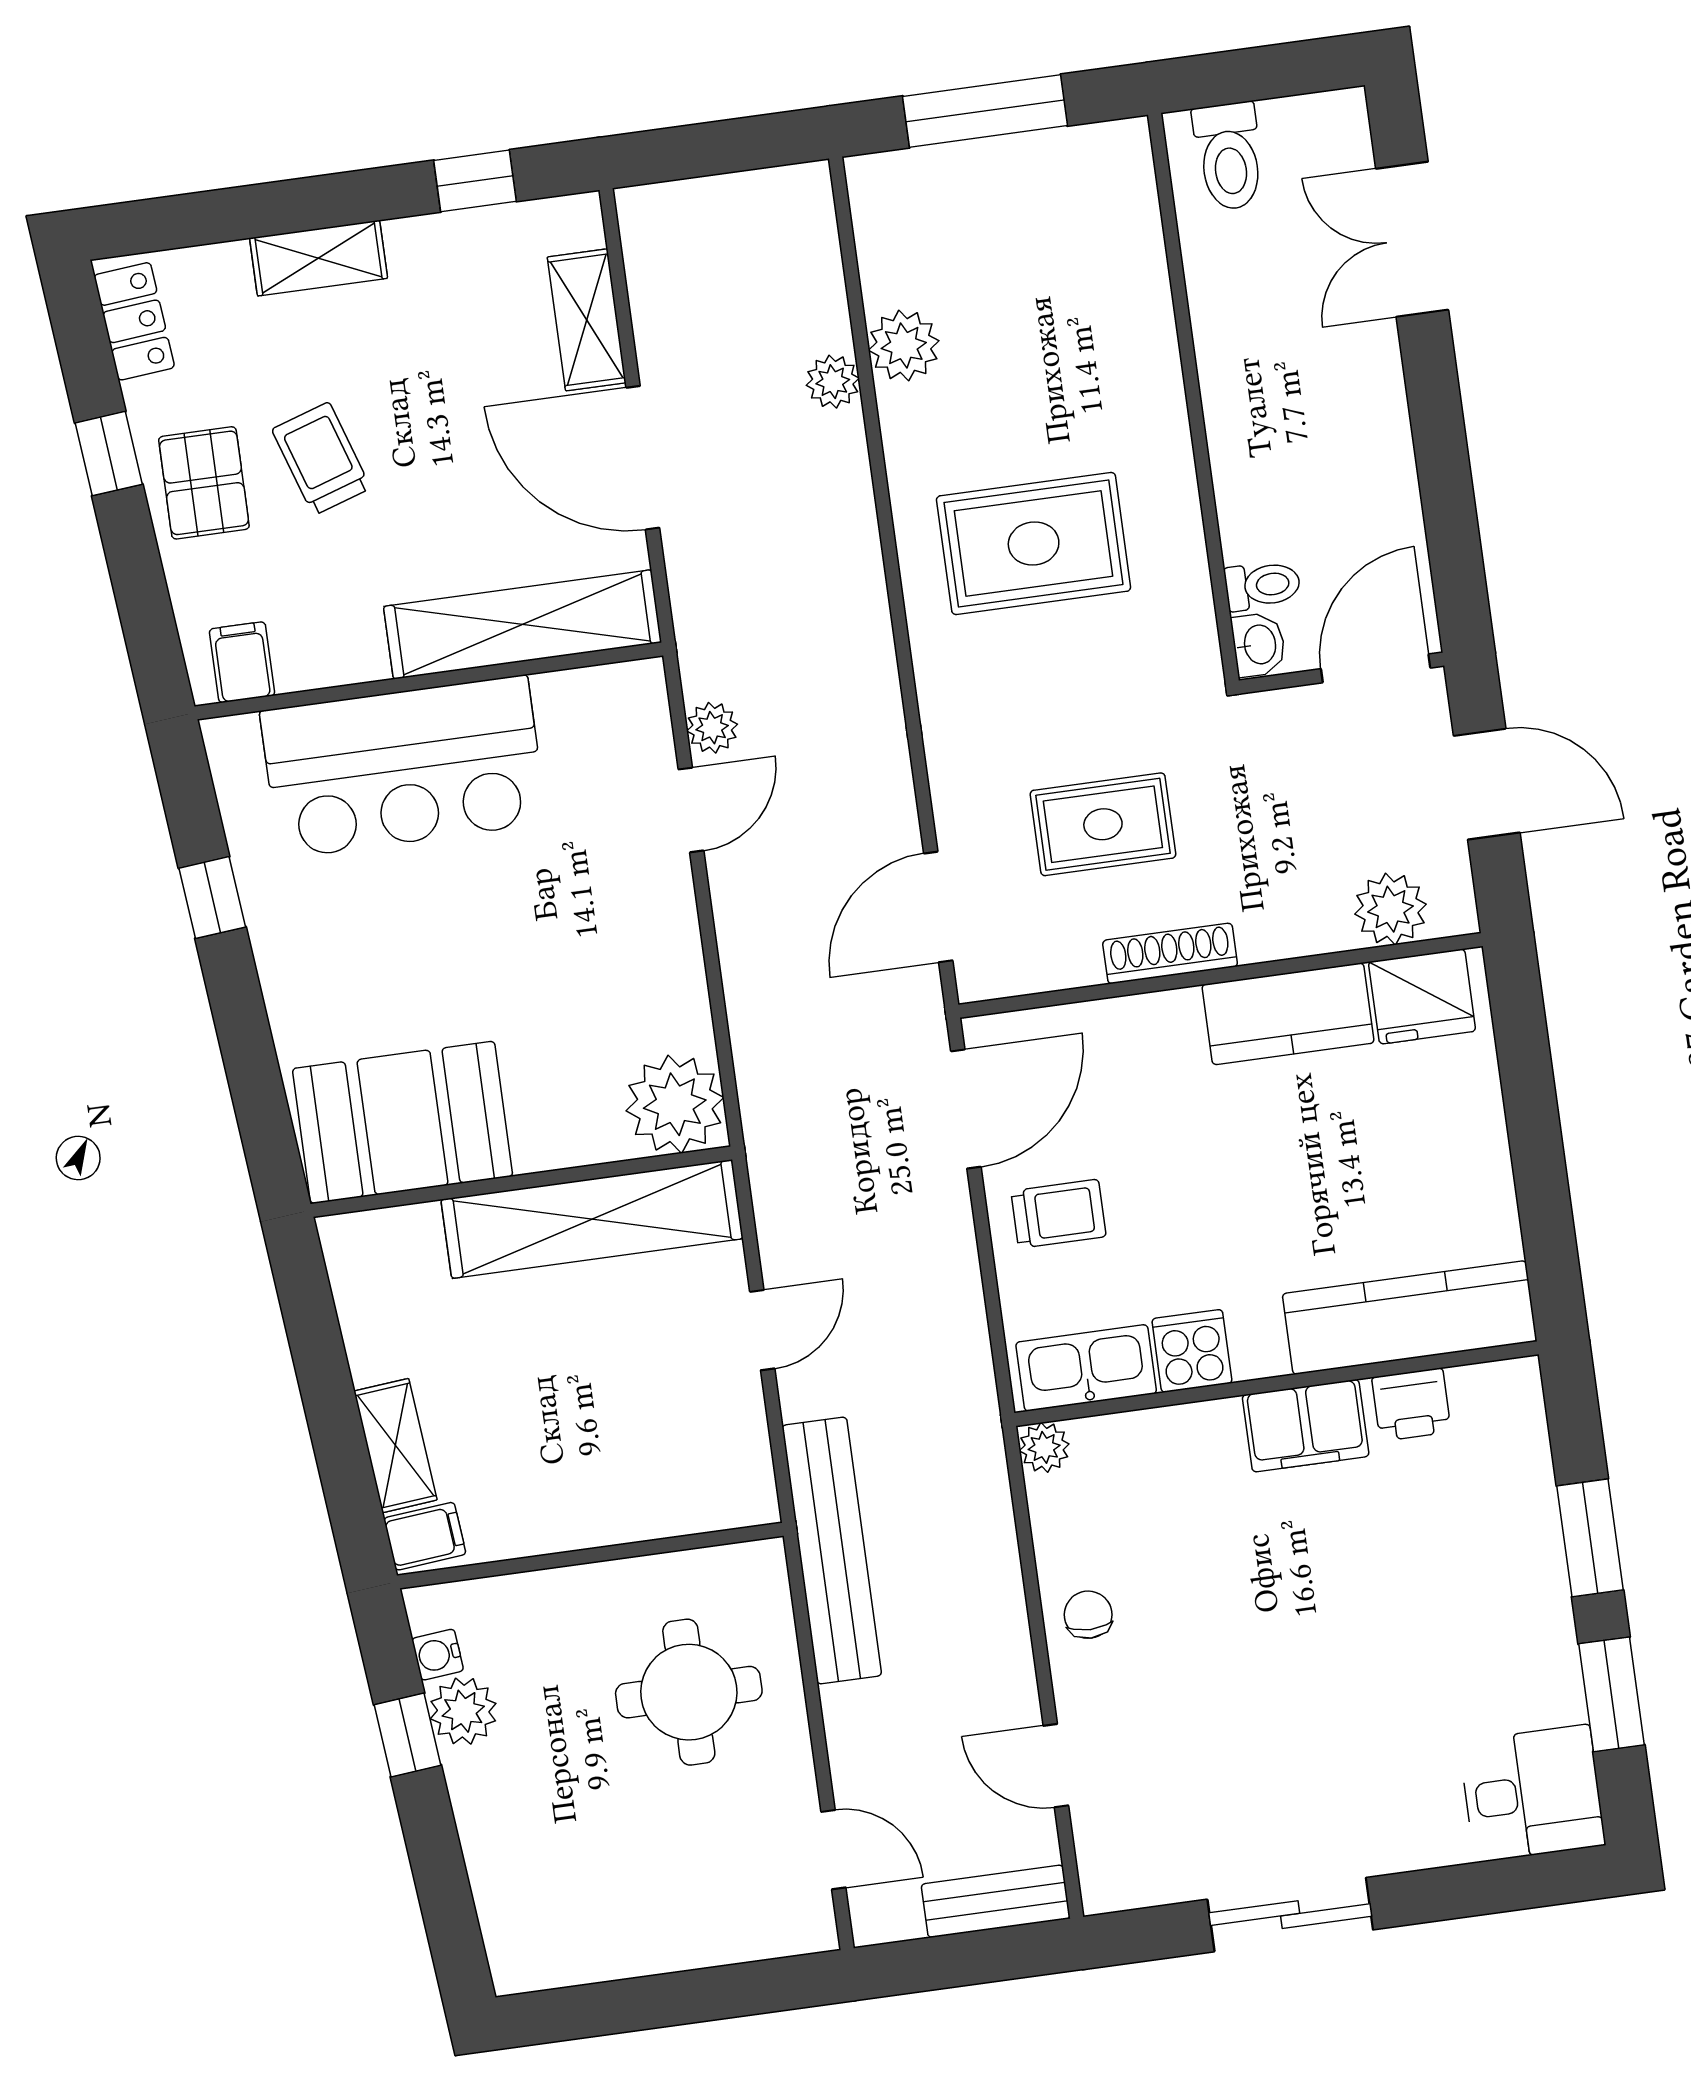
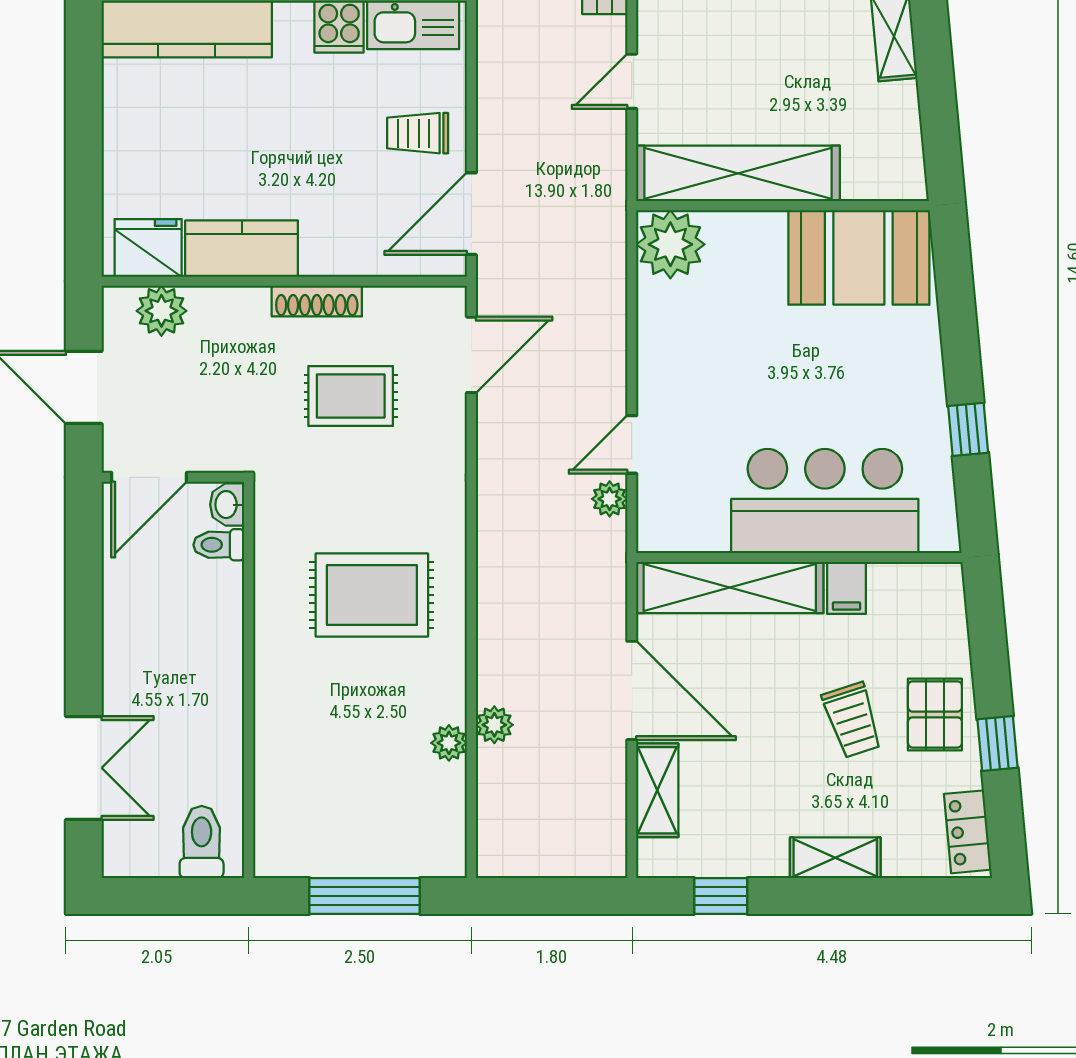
plant: (904, 346) -> (449, 743), width x0.73, depth x0.73
filing cabinet: (242, 662) -> (846, 588), moved

